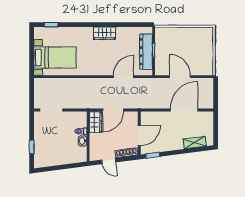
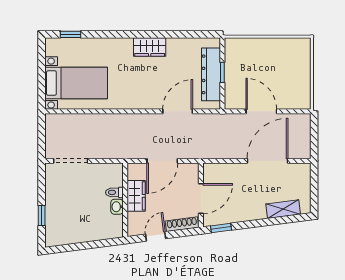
wardrobe: (95, 122) -> (136, 196), moved
door: (109, 161) -> (156, 236), swing flipped

